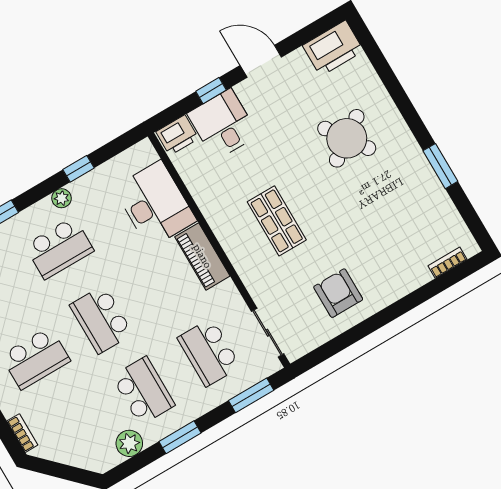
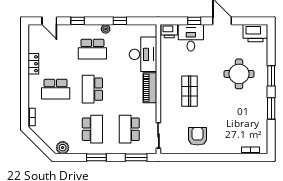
window: (406, 108) -> (271, 76), added
round table: (347, 138) -> (239, 74), turned 35
plant: (129, 443) -> (63, 148), moved

